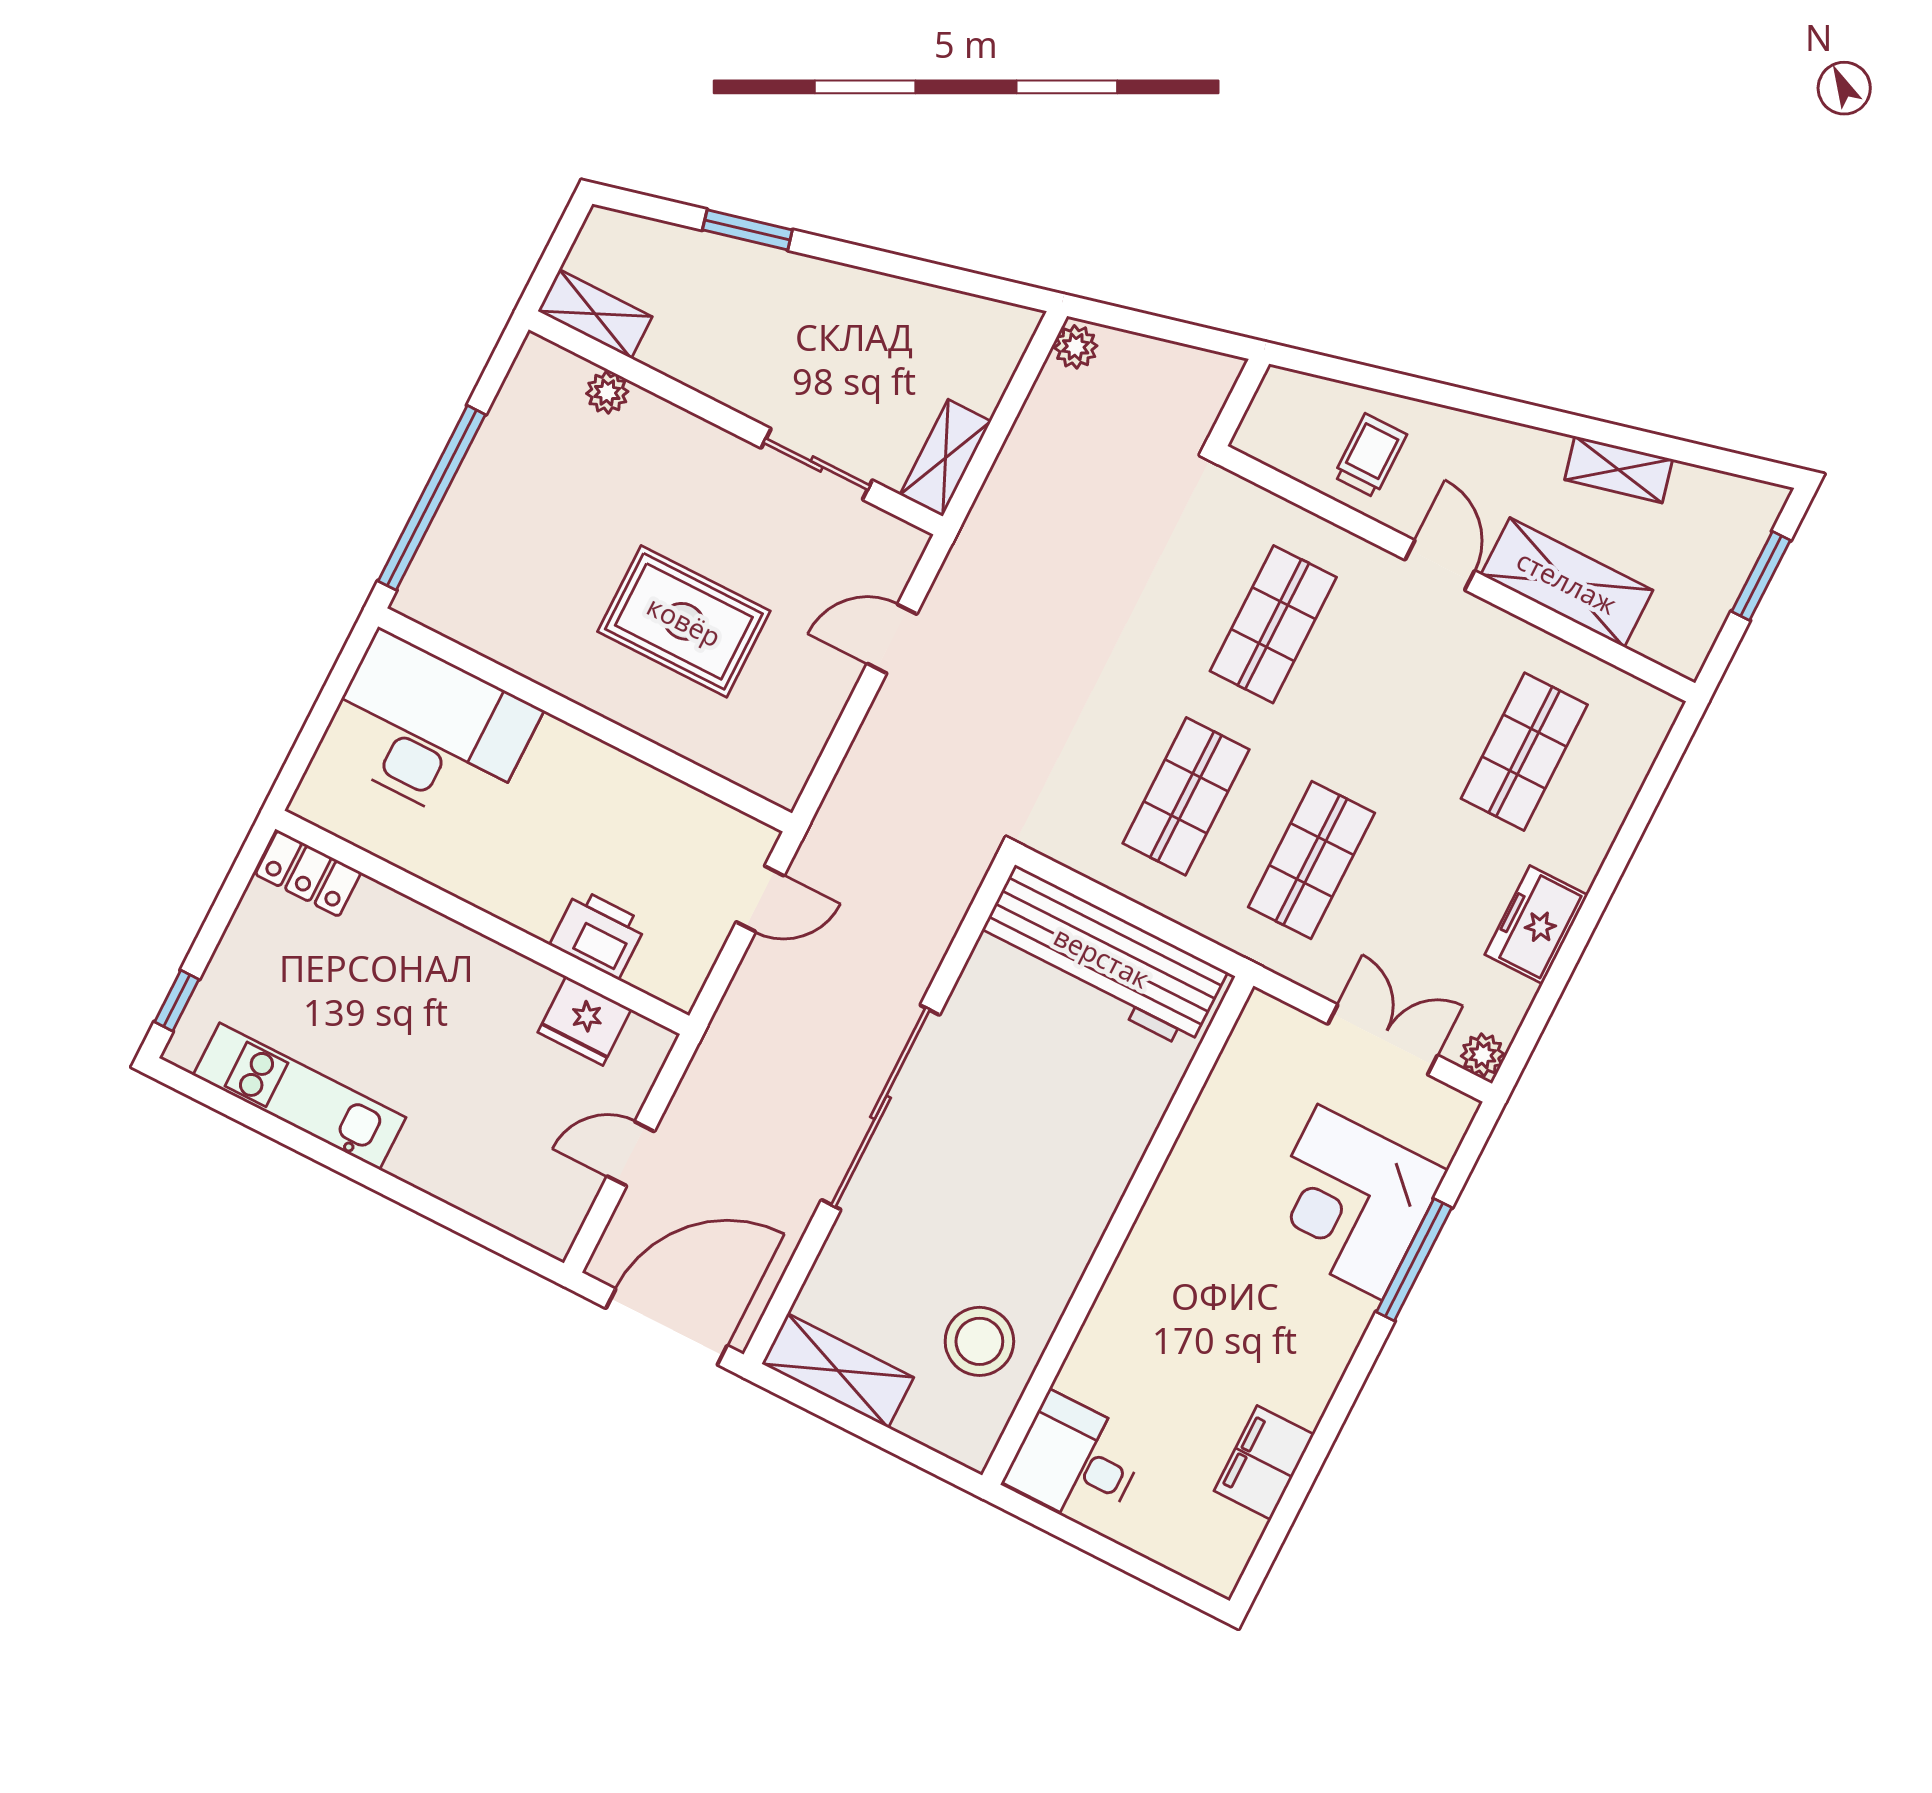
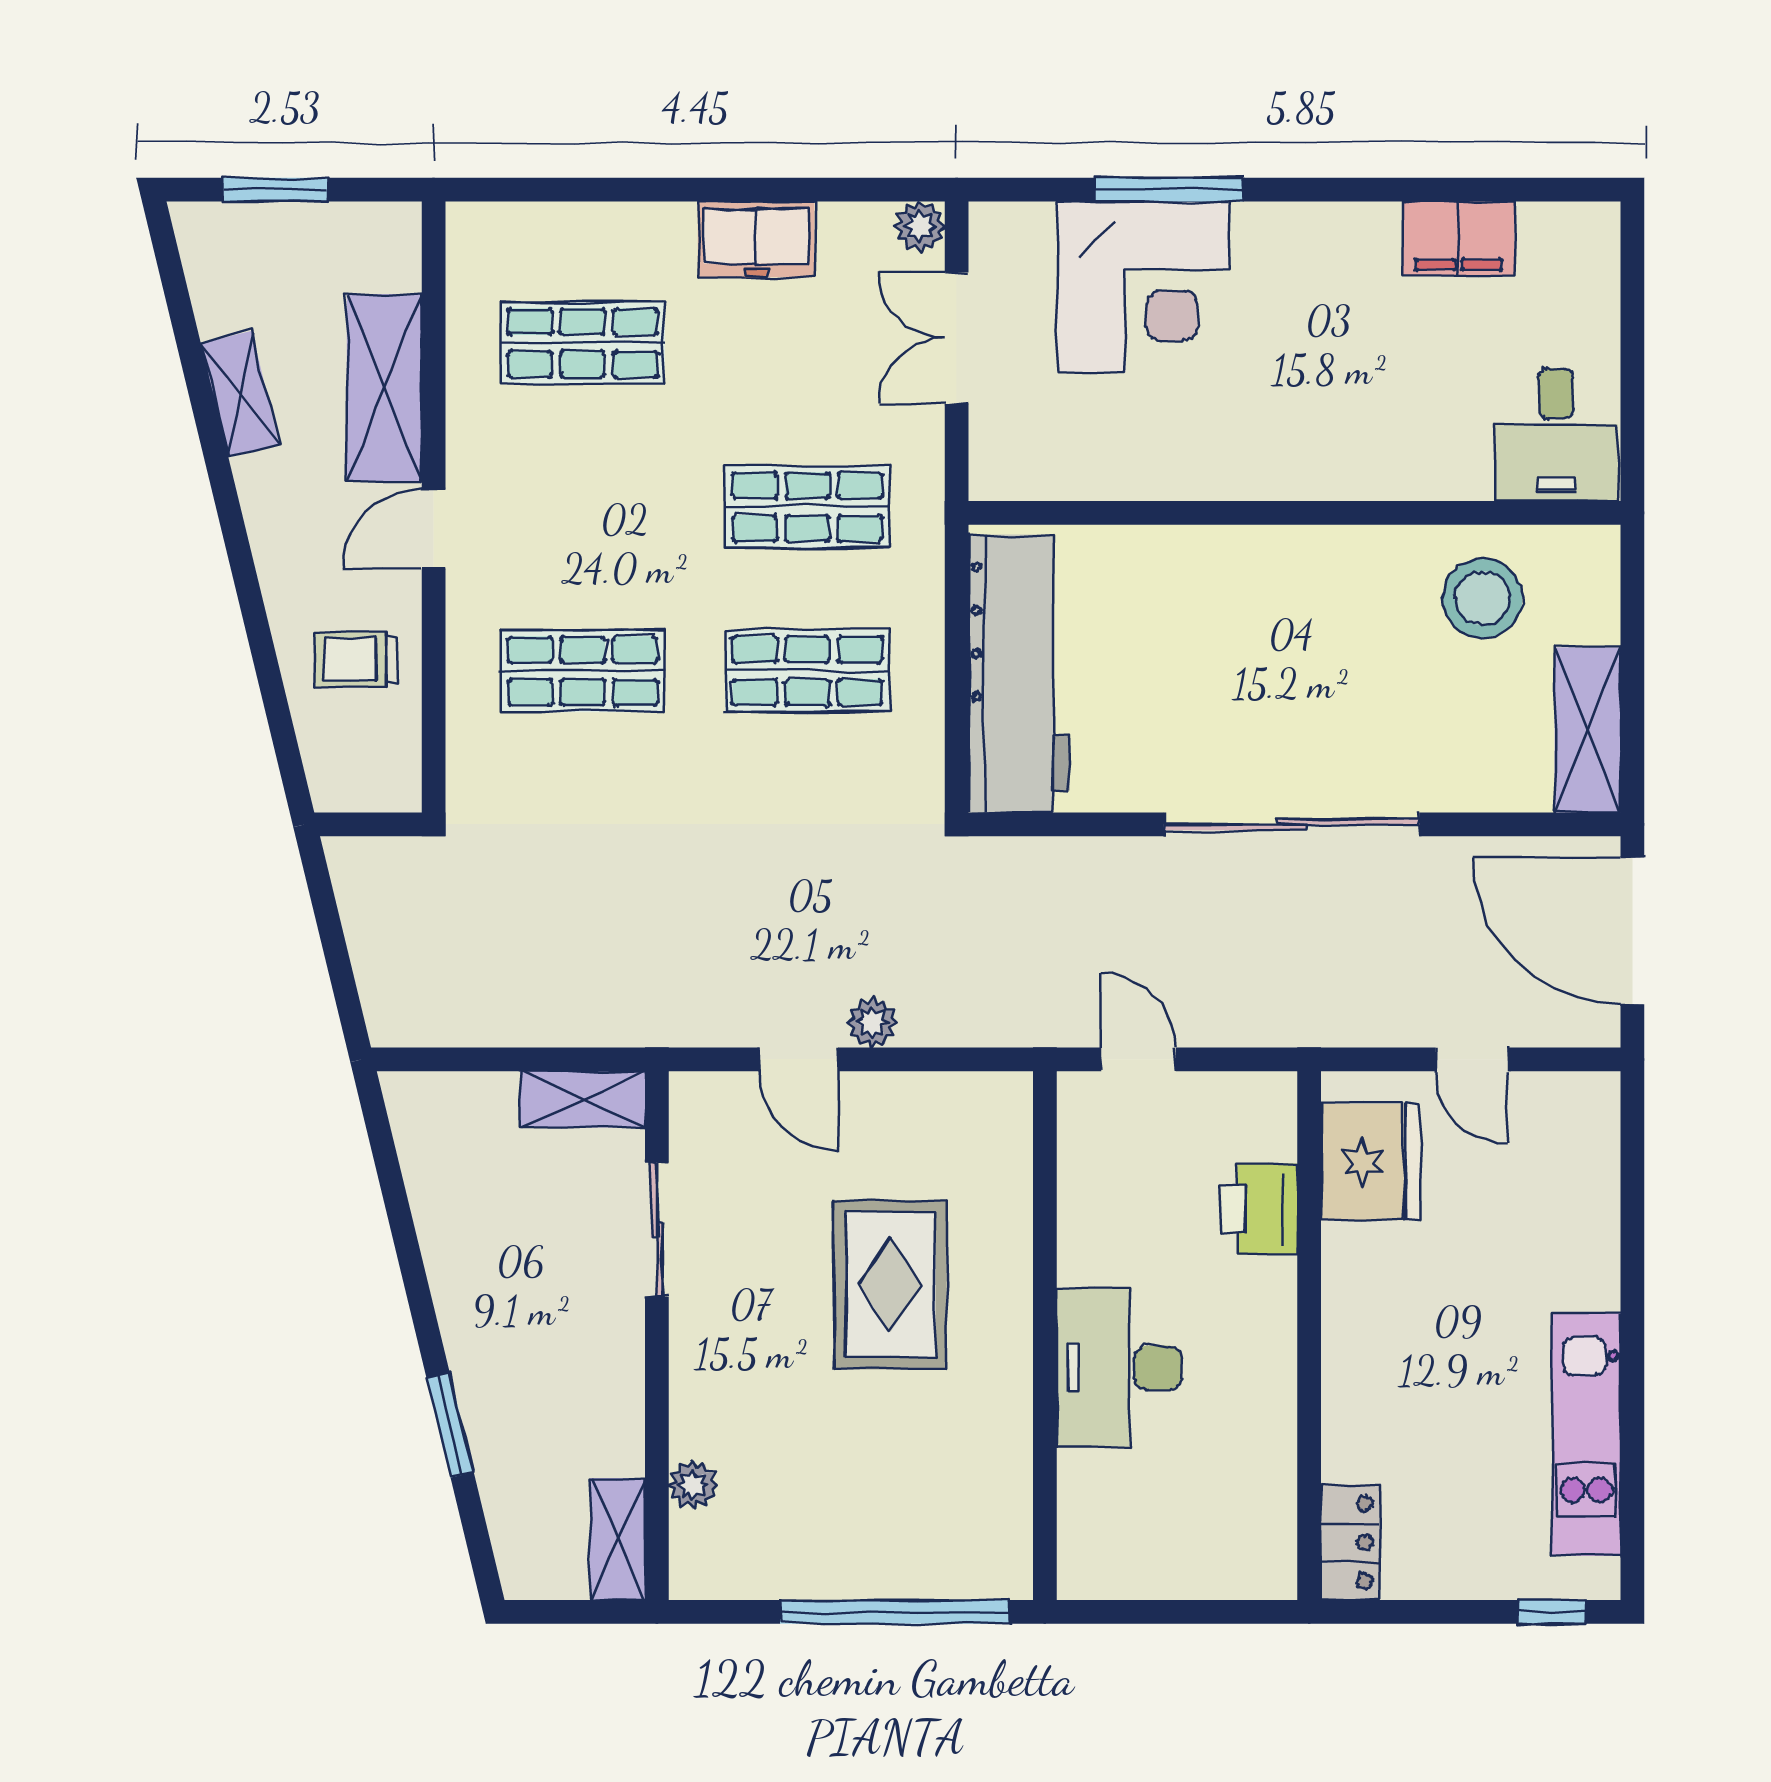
plant: (1076, 347) -> (872, 1023), moved
desk: (430, 731) -> (1119, 1368), moved, width x0.73, depth x0.77
fridge: (585, 1021) -> (1370, 1162), width x1.36, depth x1.34

